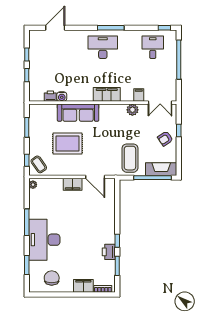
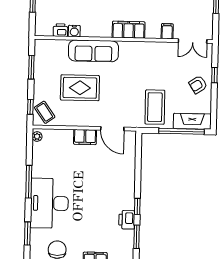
plant: (132, 110) -> (159, 49), removed

